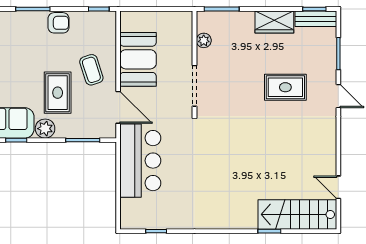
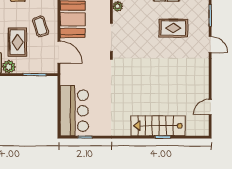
rug: (285, 87) -> (173, 28), moved
bar counter: (140, 161) -> (74, 111), moved
door: (338, 187) -> (210, 107), hinge flipped
stairs: (297, 214) -> (158, 126), moved

